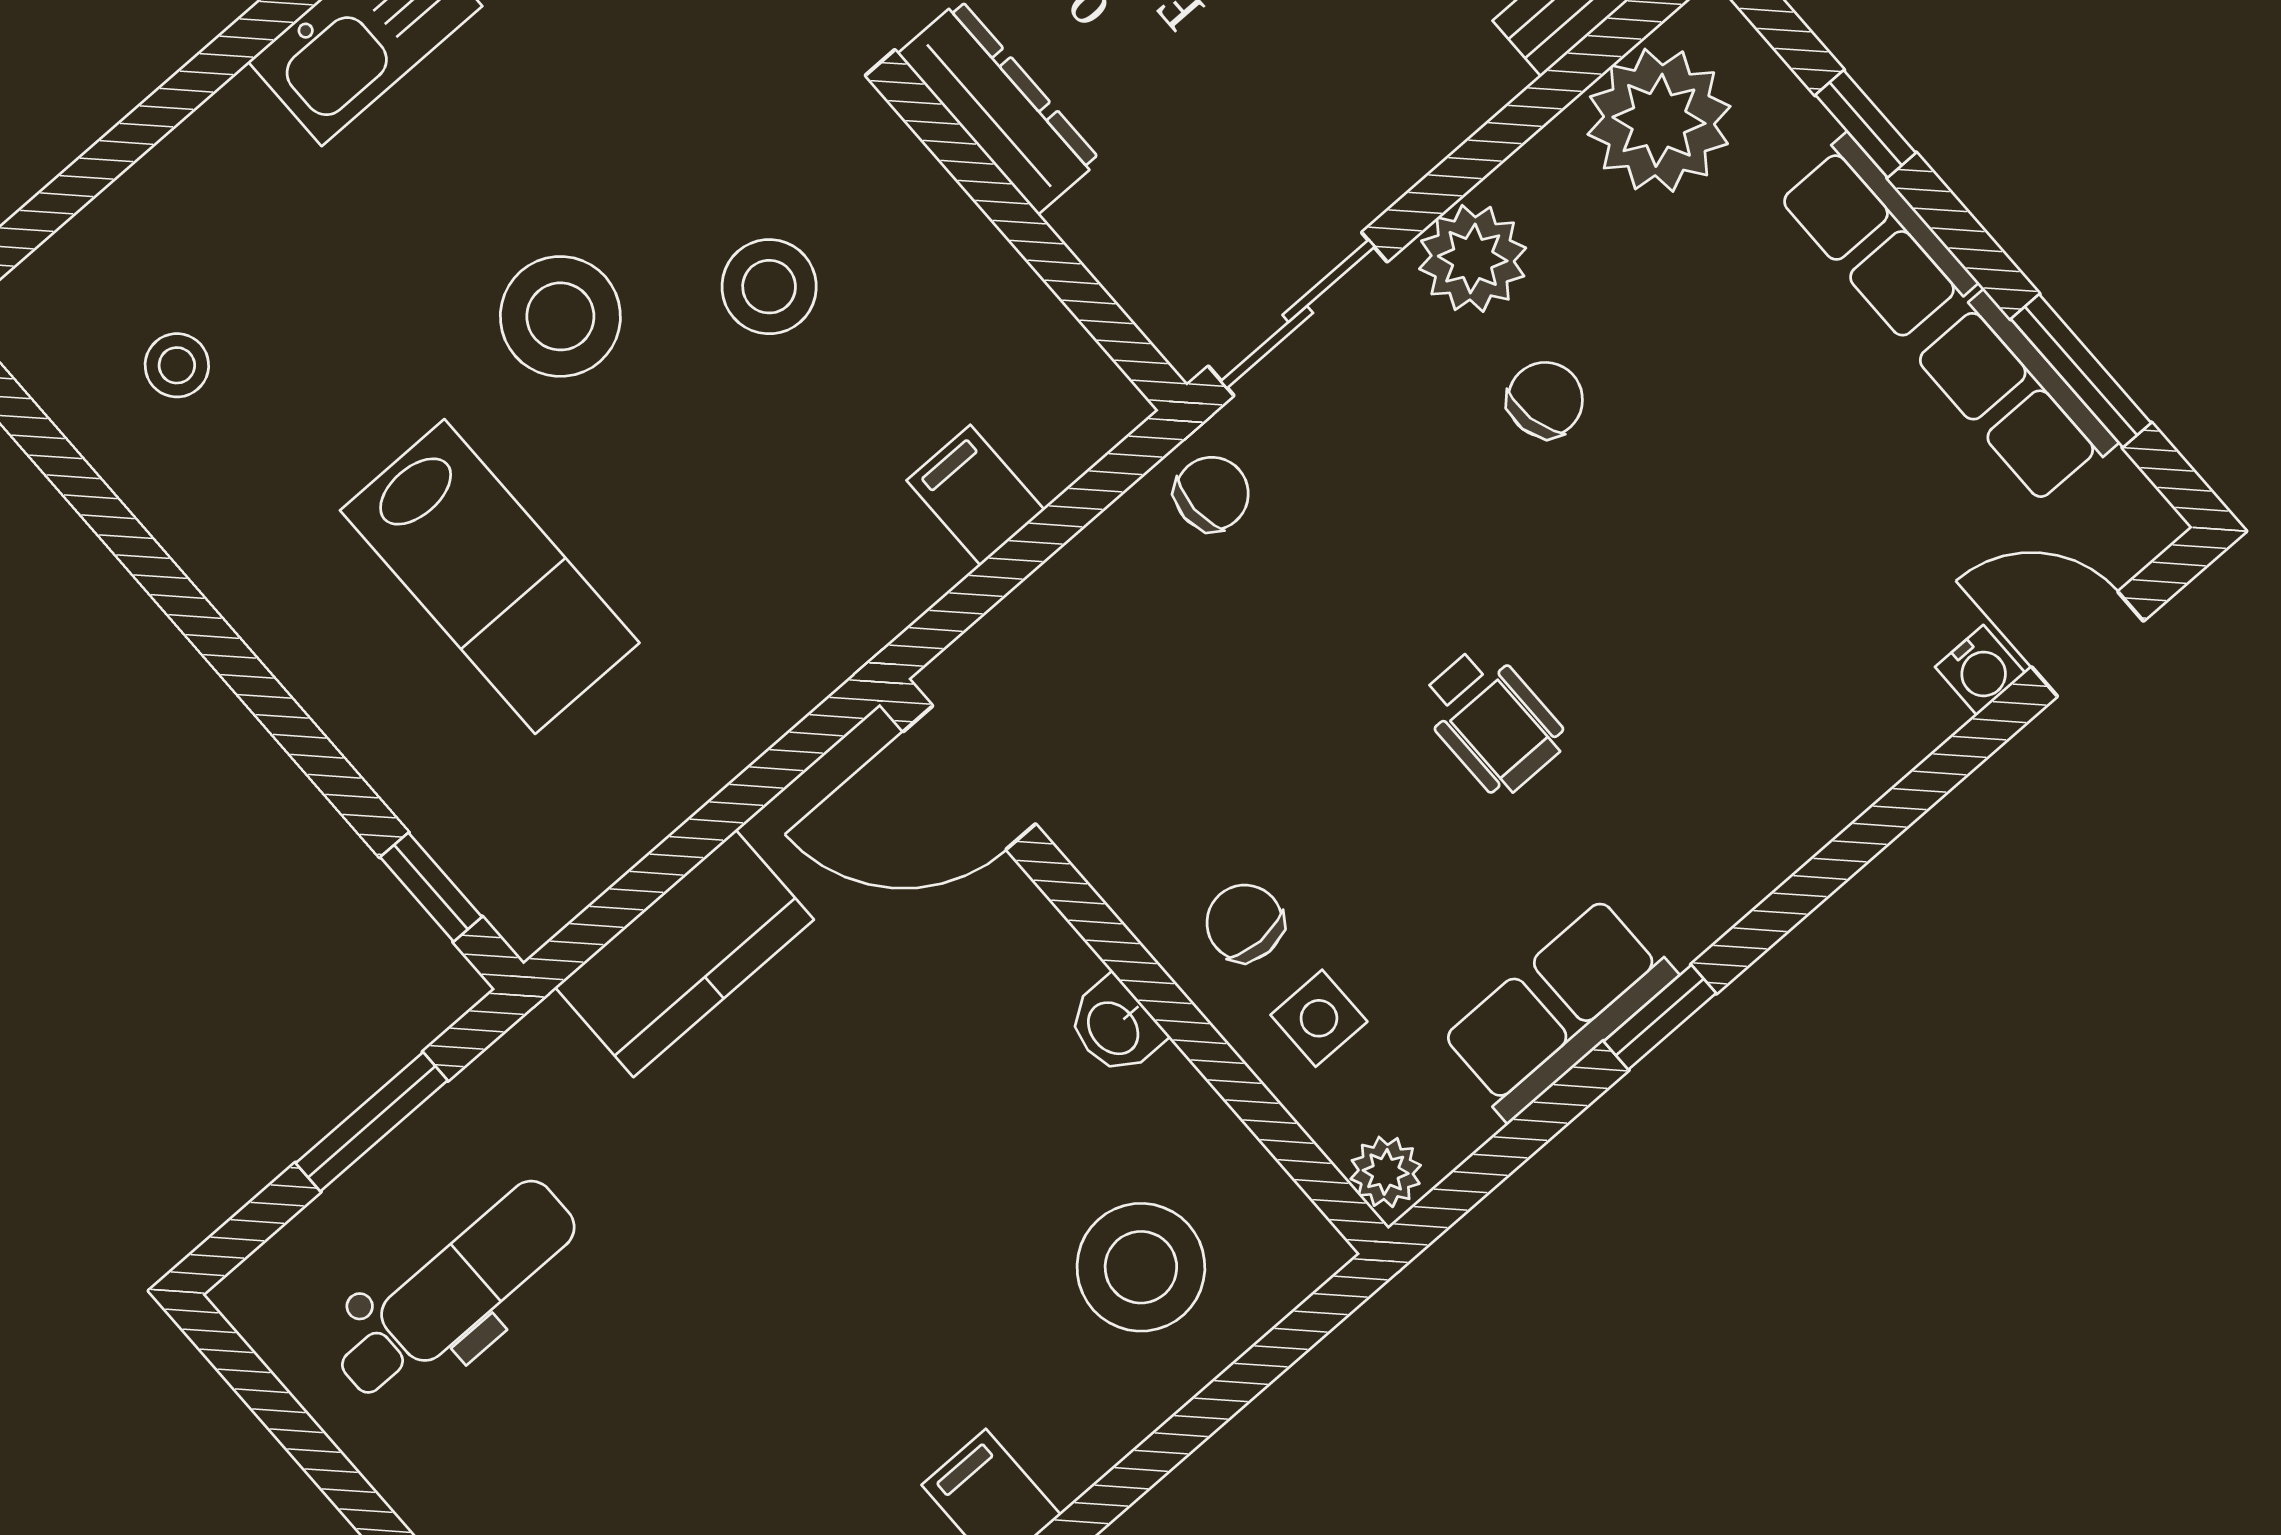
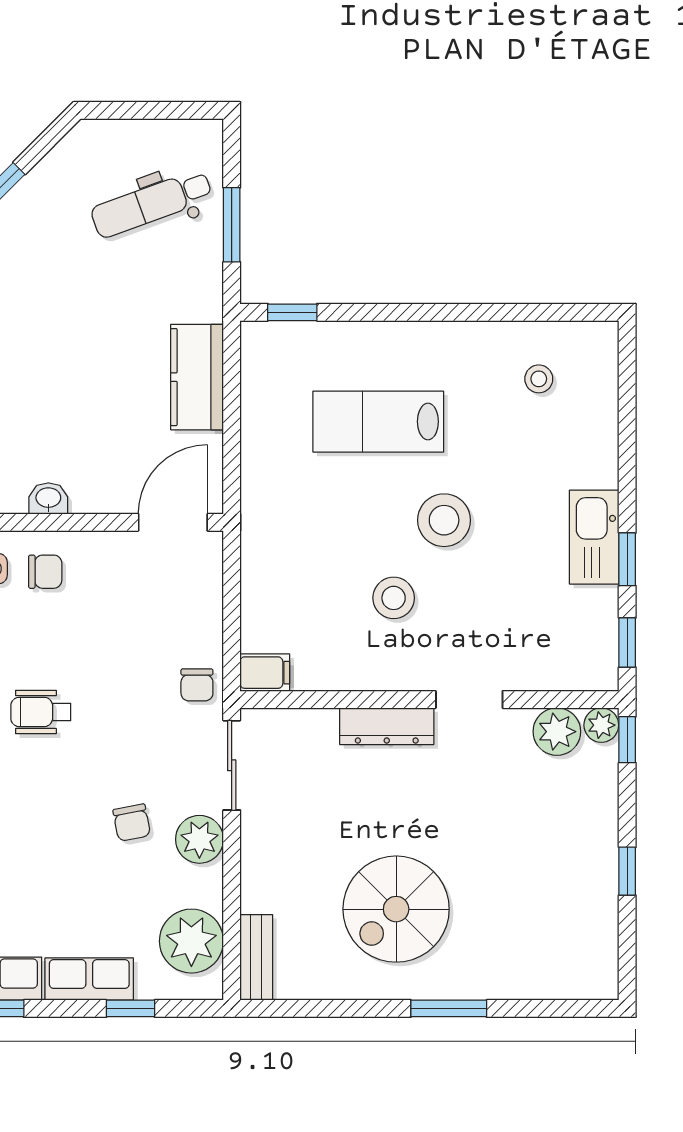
filing cabinet: (975, 495) -> (265, 673), moved
dental chair: (455, 1291) -> (152, 204), turned 70

